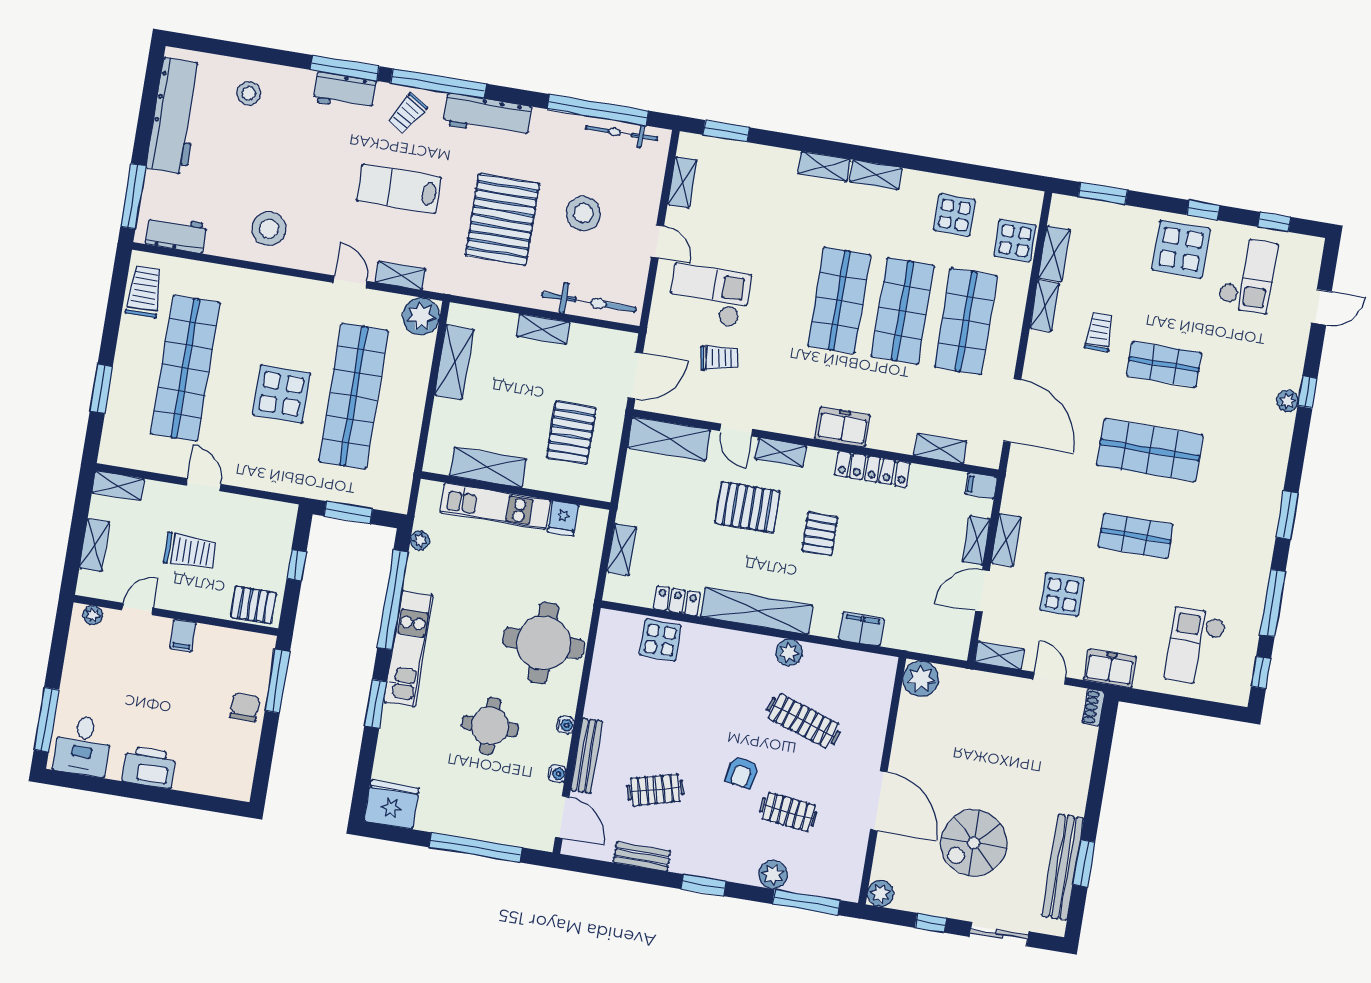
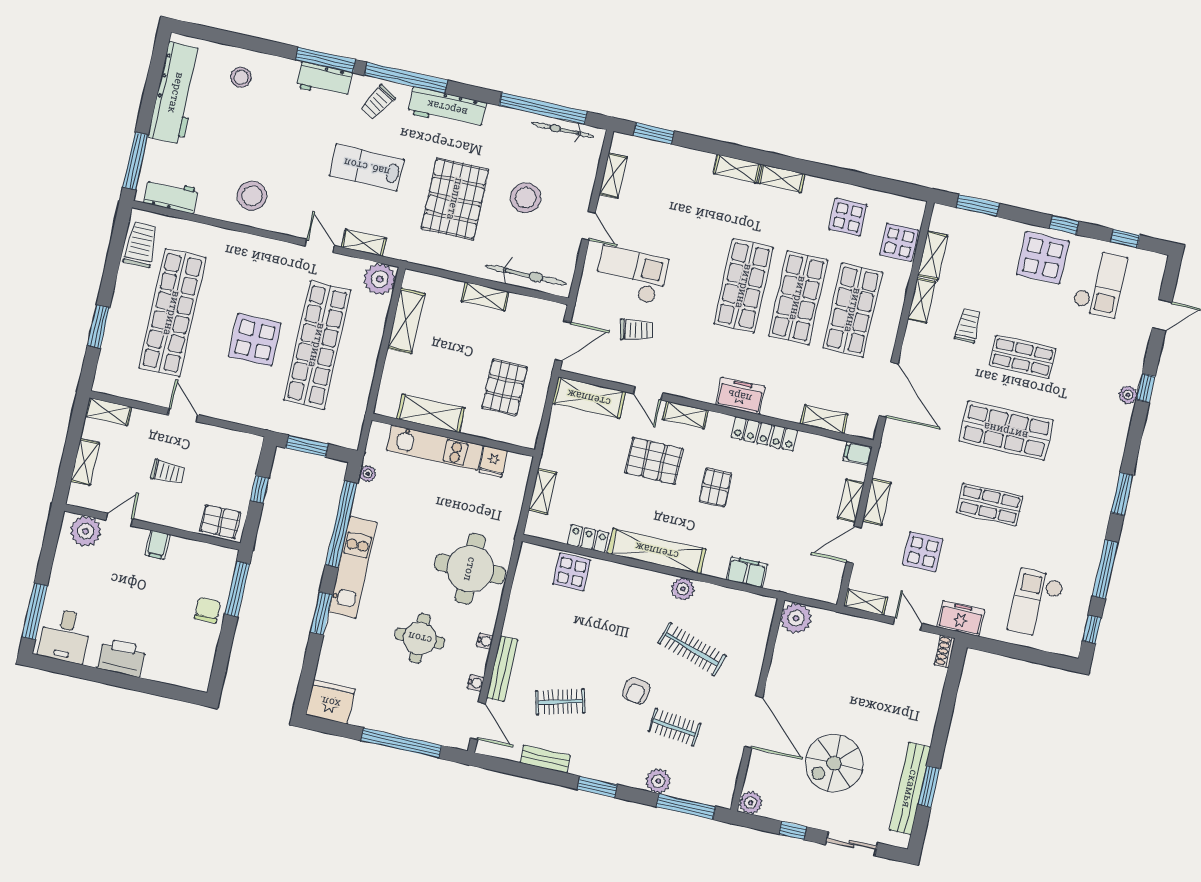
trolley: (190, 551) -> (168, 472), width x0.73, depth x0.72
plant: (93, 615) -> (86, 531), width x1.88, depth x1.88

